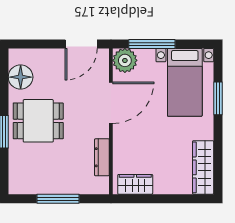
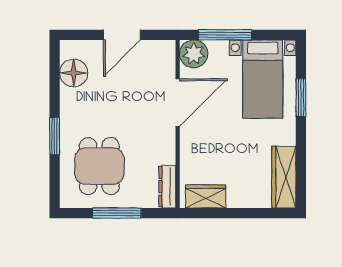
door: (81, 44) -> (122, 35), moved
dining table: (38, 121) -> (99, 166), moved, turned 90
dresser: (102, 157) -> (167, 187), moved

